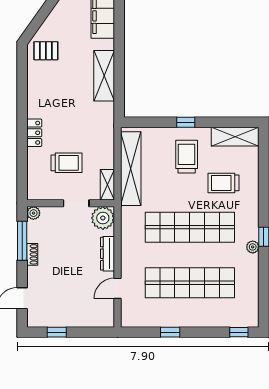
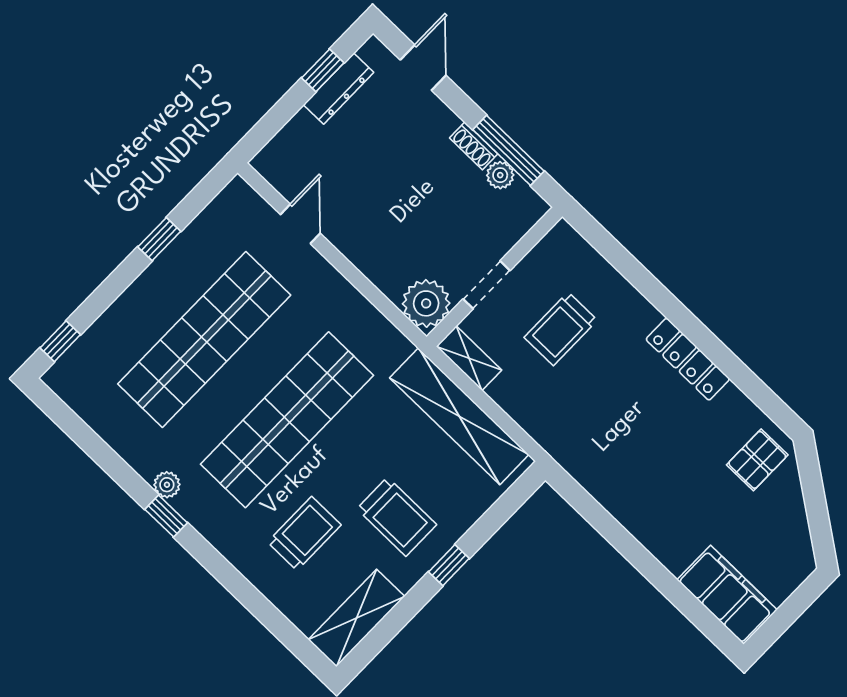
shelving: (104, 76) -> (636, 511), removed
locker: (34, 133) -> (688, 359), moved, width x1.53
plant: (33, 213) -> (500, 175), moved
dresser: (107, 254) -> (339, 89), moved, turned 90

